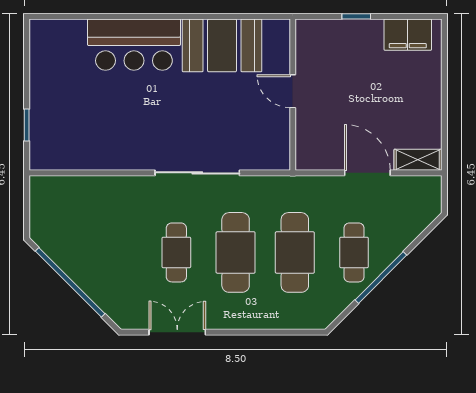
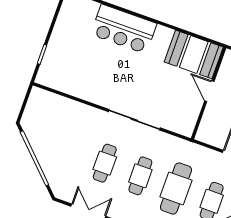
booth: (222, 45) -> (194, 54), moved
cafe table: (236, 252) -> (140, 176), width x0.73, depth x0.74

